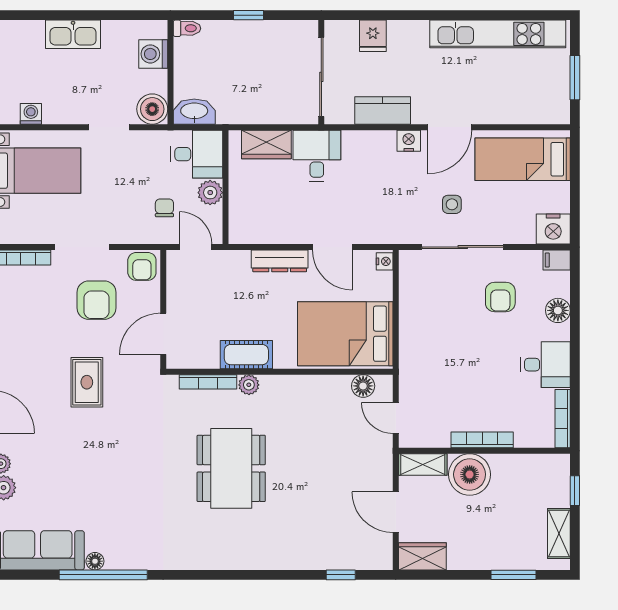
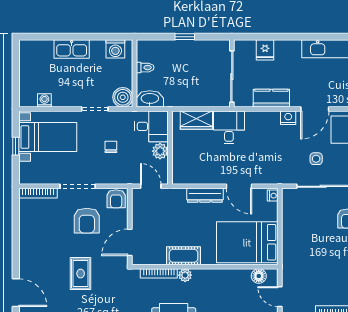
toilet: (187, 28) -> (145, 68), moved
washing machine: (153, 54) -> (115, 49), moved, turned -90
chair: (164, 208) -> (111, 147), moved

